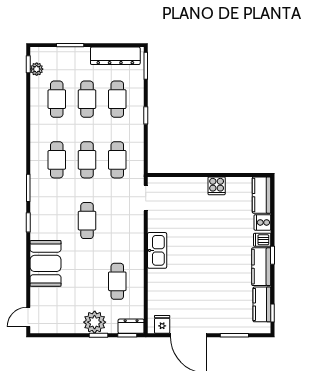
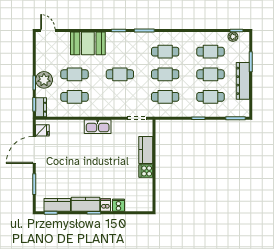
dresser: (115, 56) -> (243, 81), moved
kitchen counter: (262, 195) -> (146, 150), moved, turned -90
cafe table: (87, 281) -> (75, 74), added

